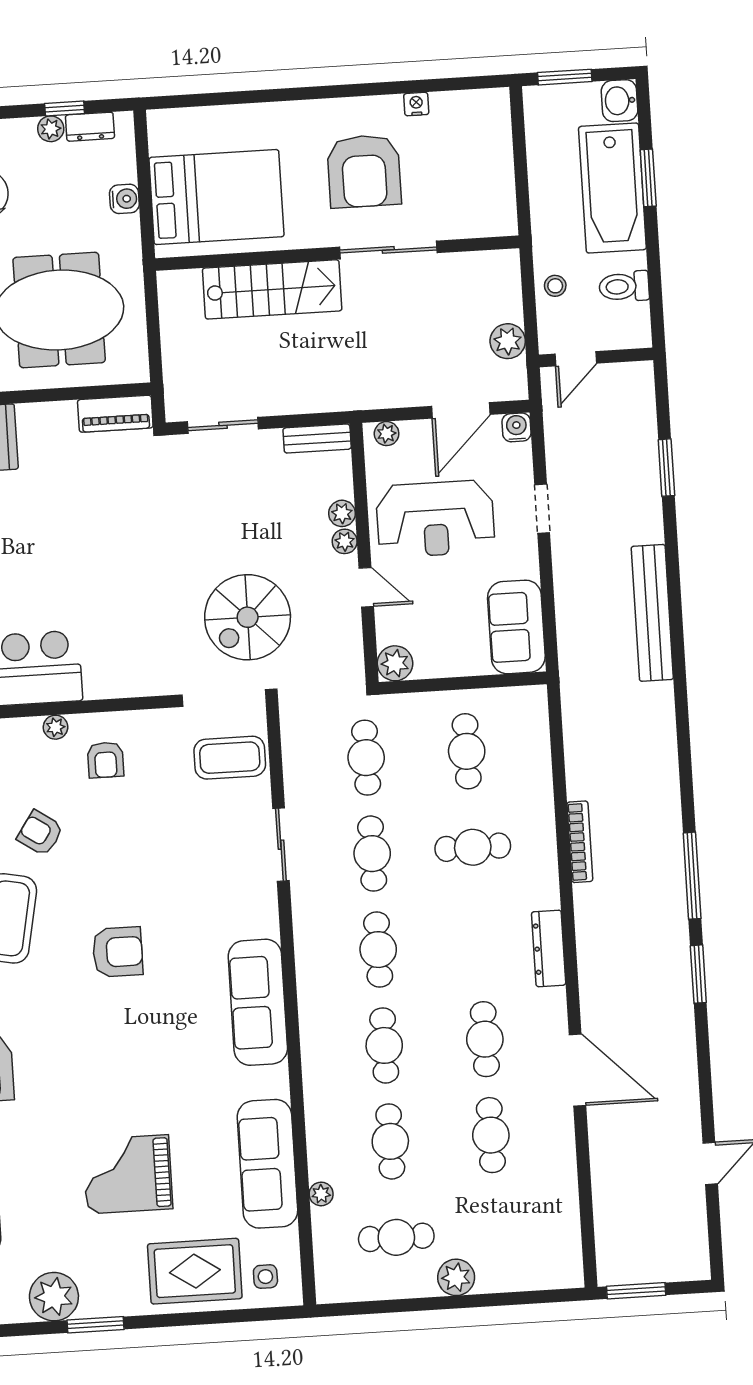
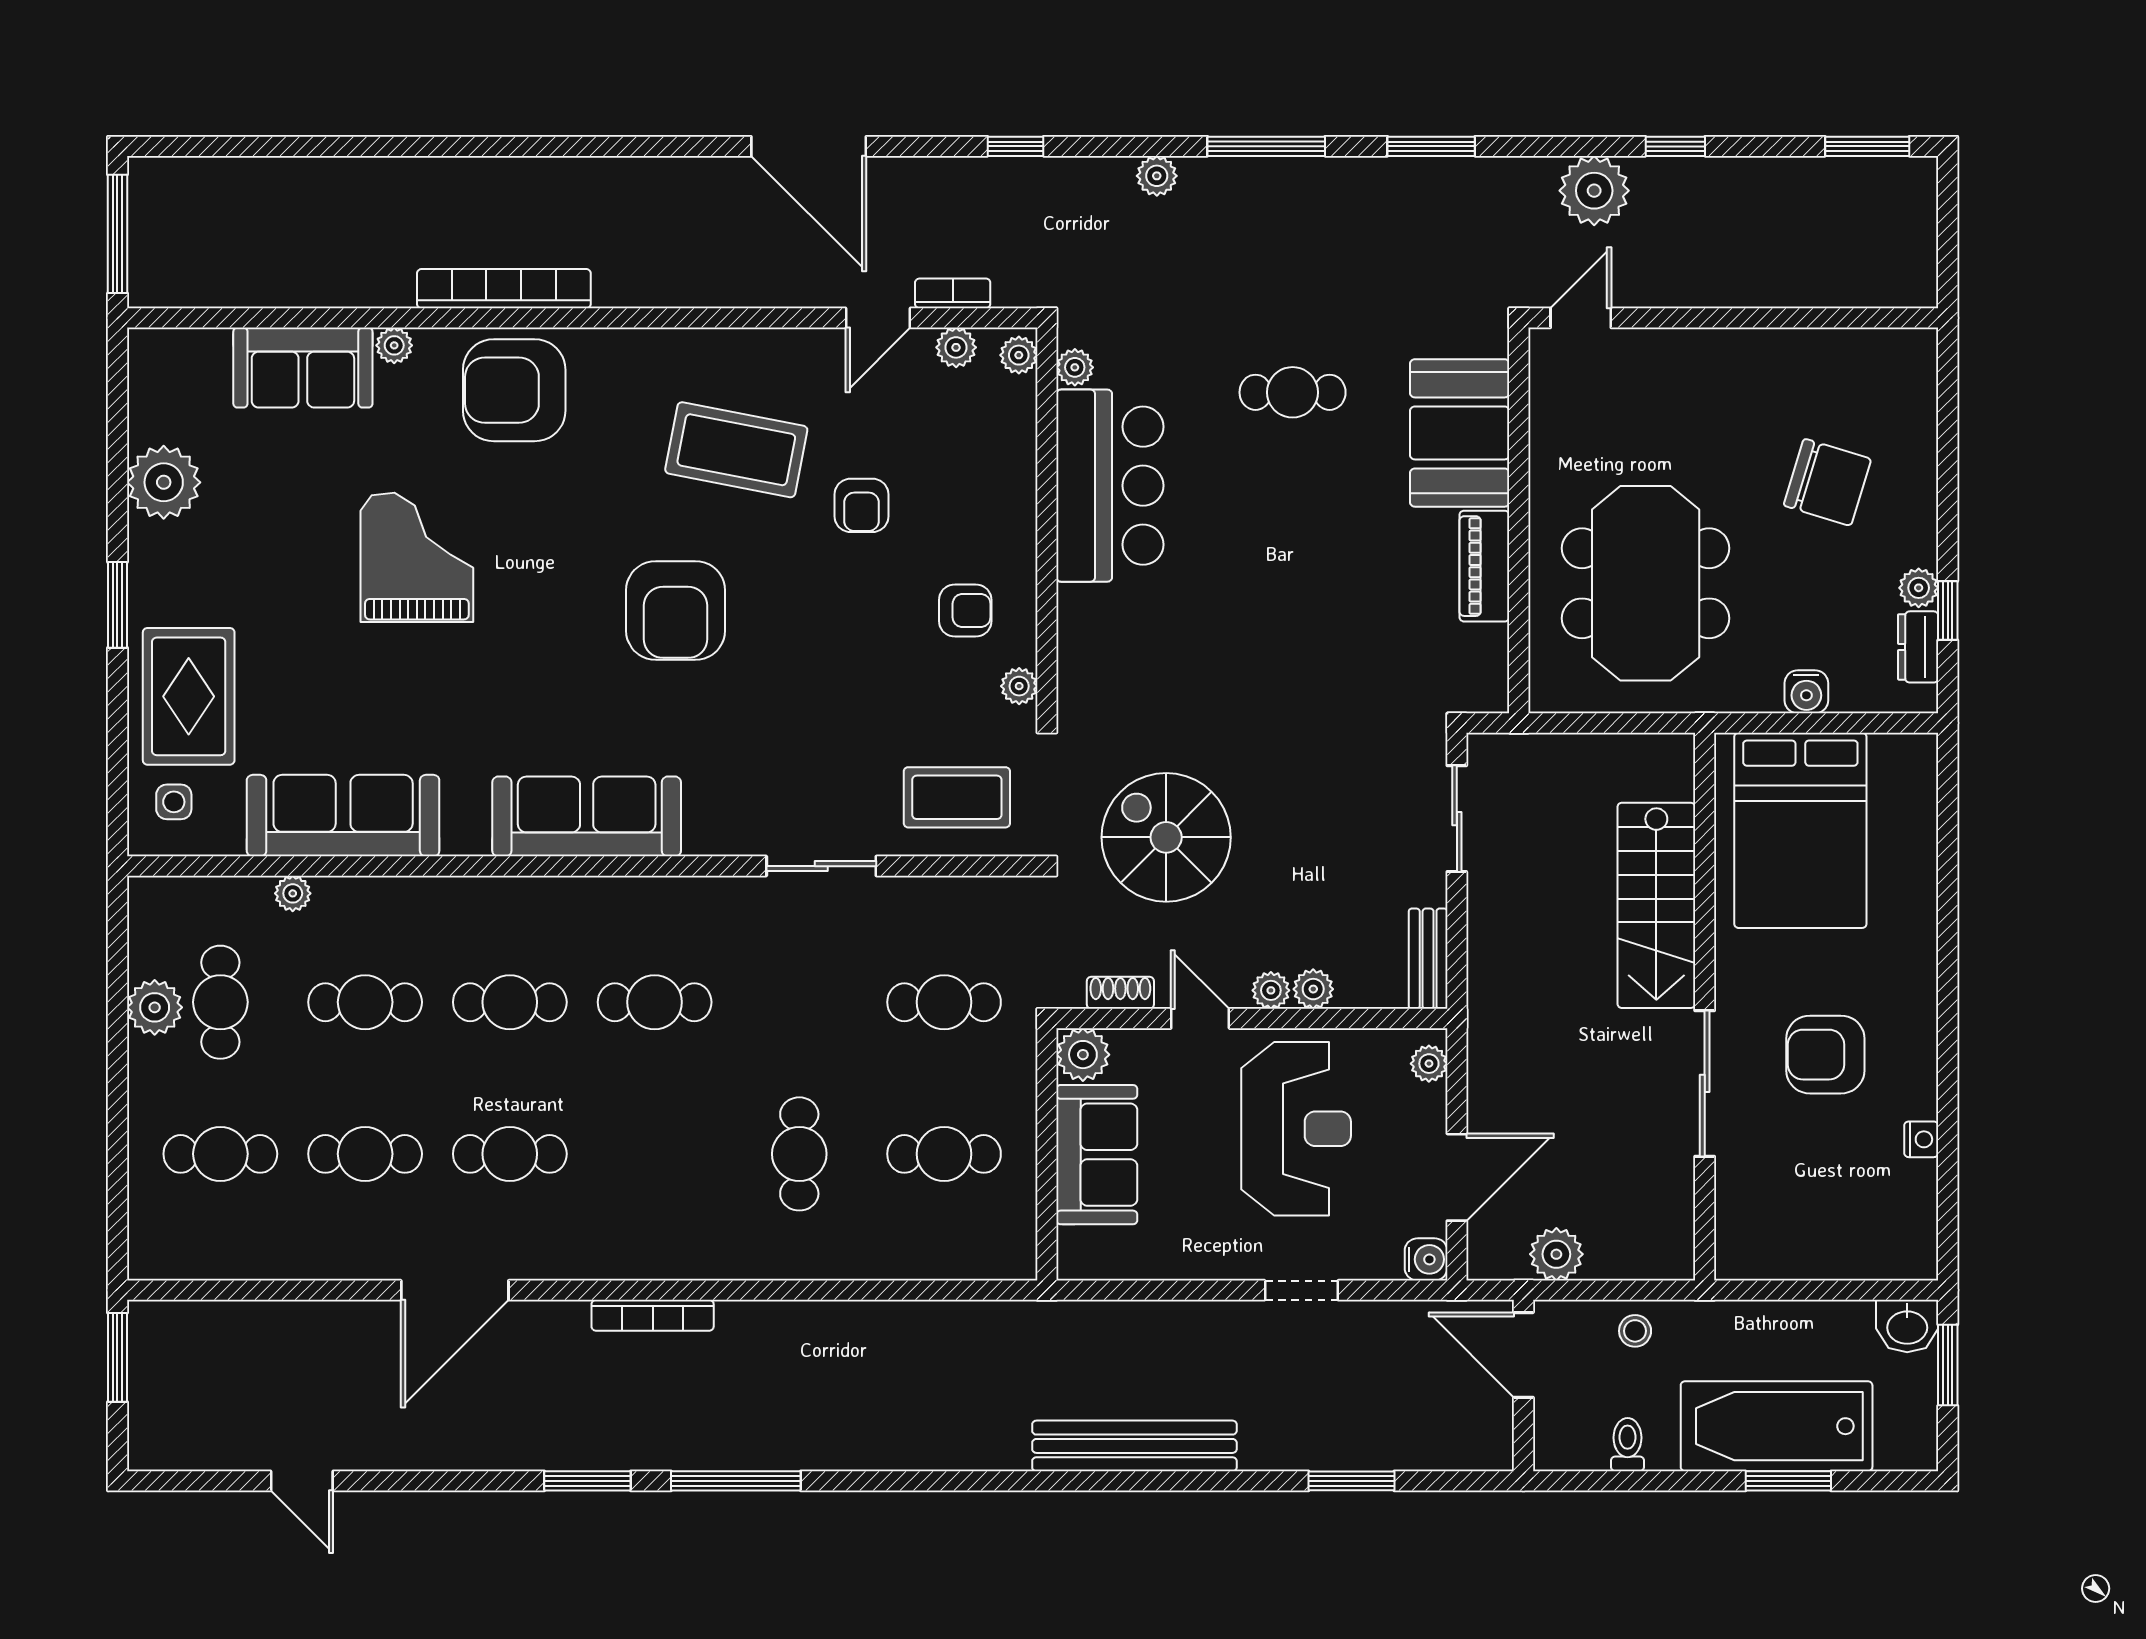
washbasin: (620, 101) -> (1907, 1326), moved, turned 180
armchair: (364, 171) -> (1825, 1055), width x0.73, depth x0.73
toilet: (624, 286) -> (1628, 1445), width x0.73, depth x0.72
door: (576, 359) -> (1524, 1355), width x1.38
door: (461, 410) -> (1457, 1177), swing flipped
piano: (115, 414) -> (1484, 566), moved
reception desk: (435, 519) -> (1296, 1129), turned 180
door: (366, 587) -> (1200, 1019), swing flipped
sofa: (516, 627) -> (1097, 1155), moved, turned 90
shoe rack: (352, 641) -> (1120, 993), added
plant: (56, 727) -> (1019, 686), moved
coffee table: (230, 758) -> (957, 797), turned 90
armchair: (106, 760) -> (965, 611), turned 180
armchair: (40, 833) -> (862, 505), turned 146
bookcase: (580, 842) -> (653, 1315), moved
cafe table: (372, 854) -> (220, 1154), moved
dresser: (549, 948) -> (640, 1258), removed
armchair: (118, 952) -> (676, 610), width x1.36, depth x1.36
grand piano: (128, 1174) -> (417, 557), moved
plant: (456, 1277) -> (155, 1007), moved
window: (96, 1325) -> (117, 605), moved

